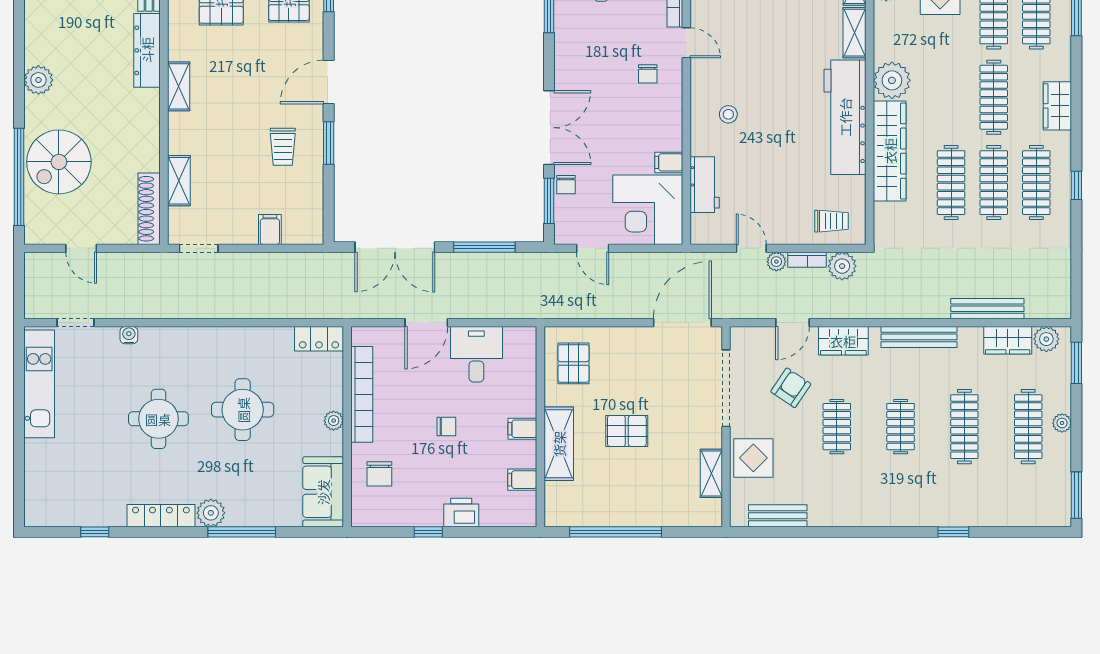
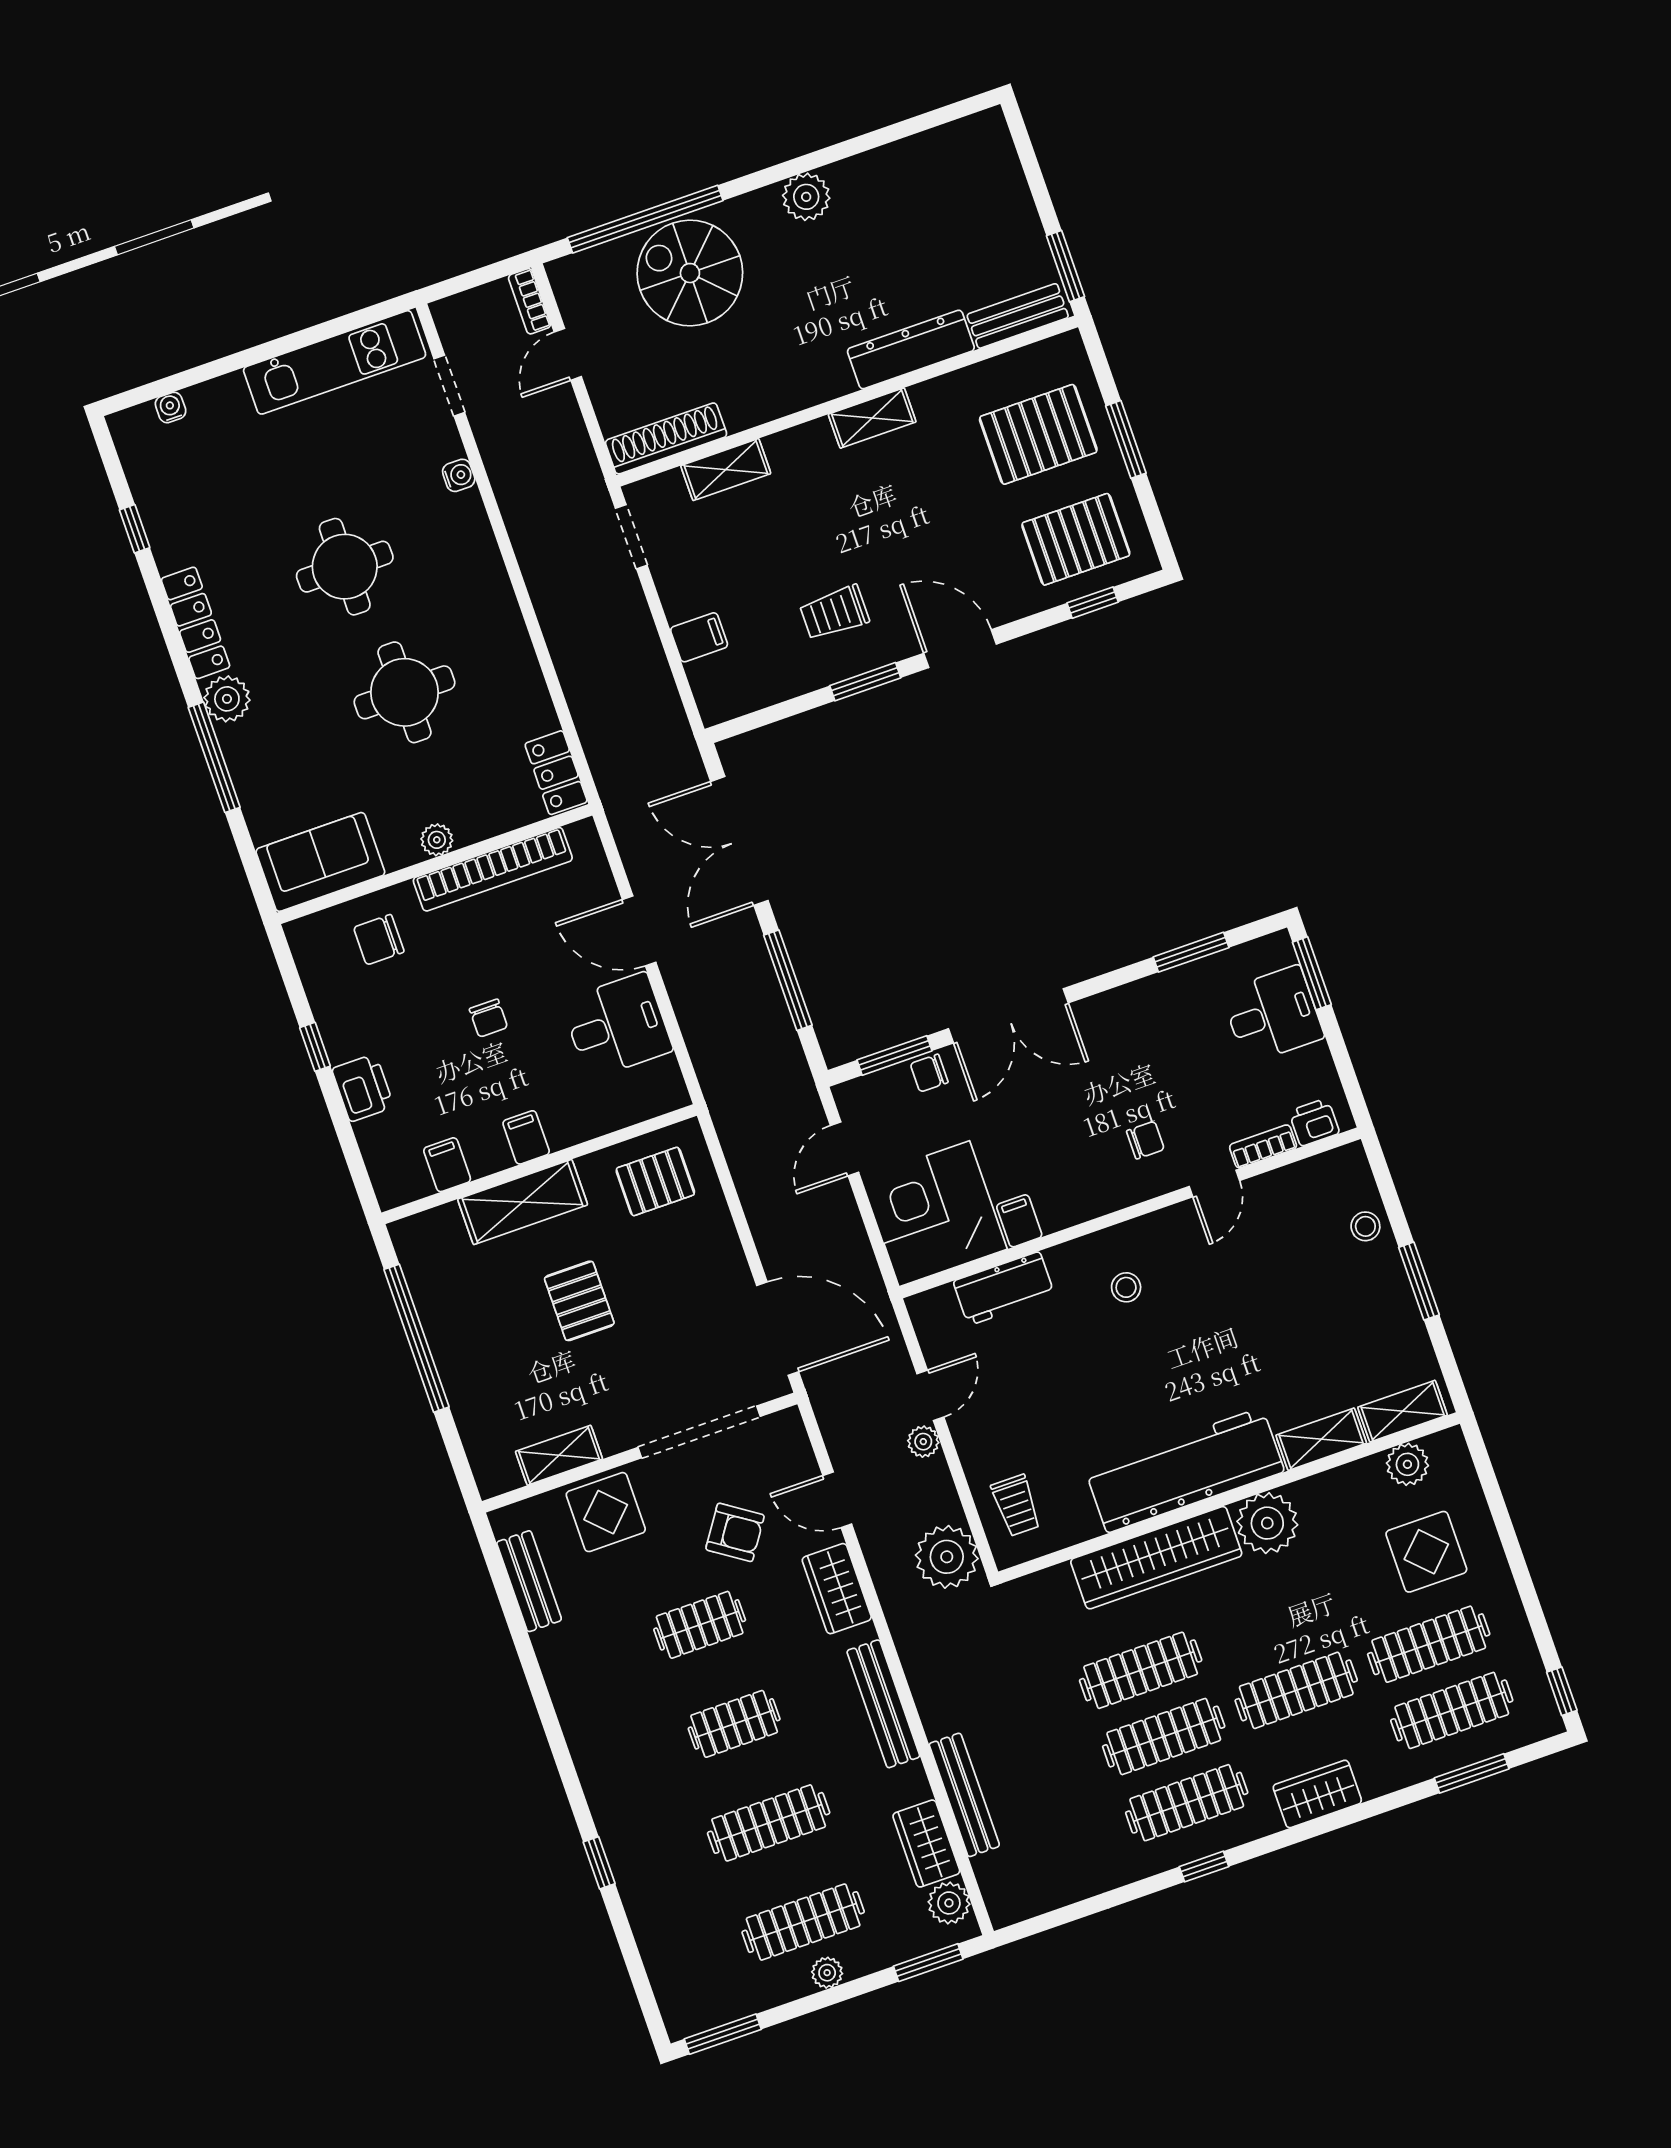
chair: (648, 74) -> (1145, 1140), turned 180
bookcase: (807, 260) -> (530, 301), moved
plant: (842, 266) -> (947, 1557), width x1.36, depth x1.36
water cooler: (32, 487) -> (171, 407), added

